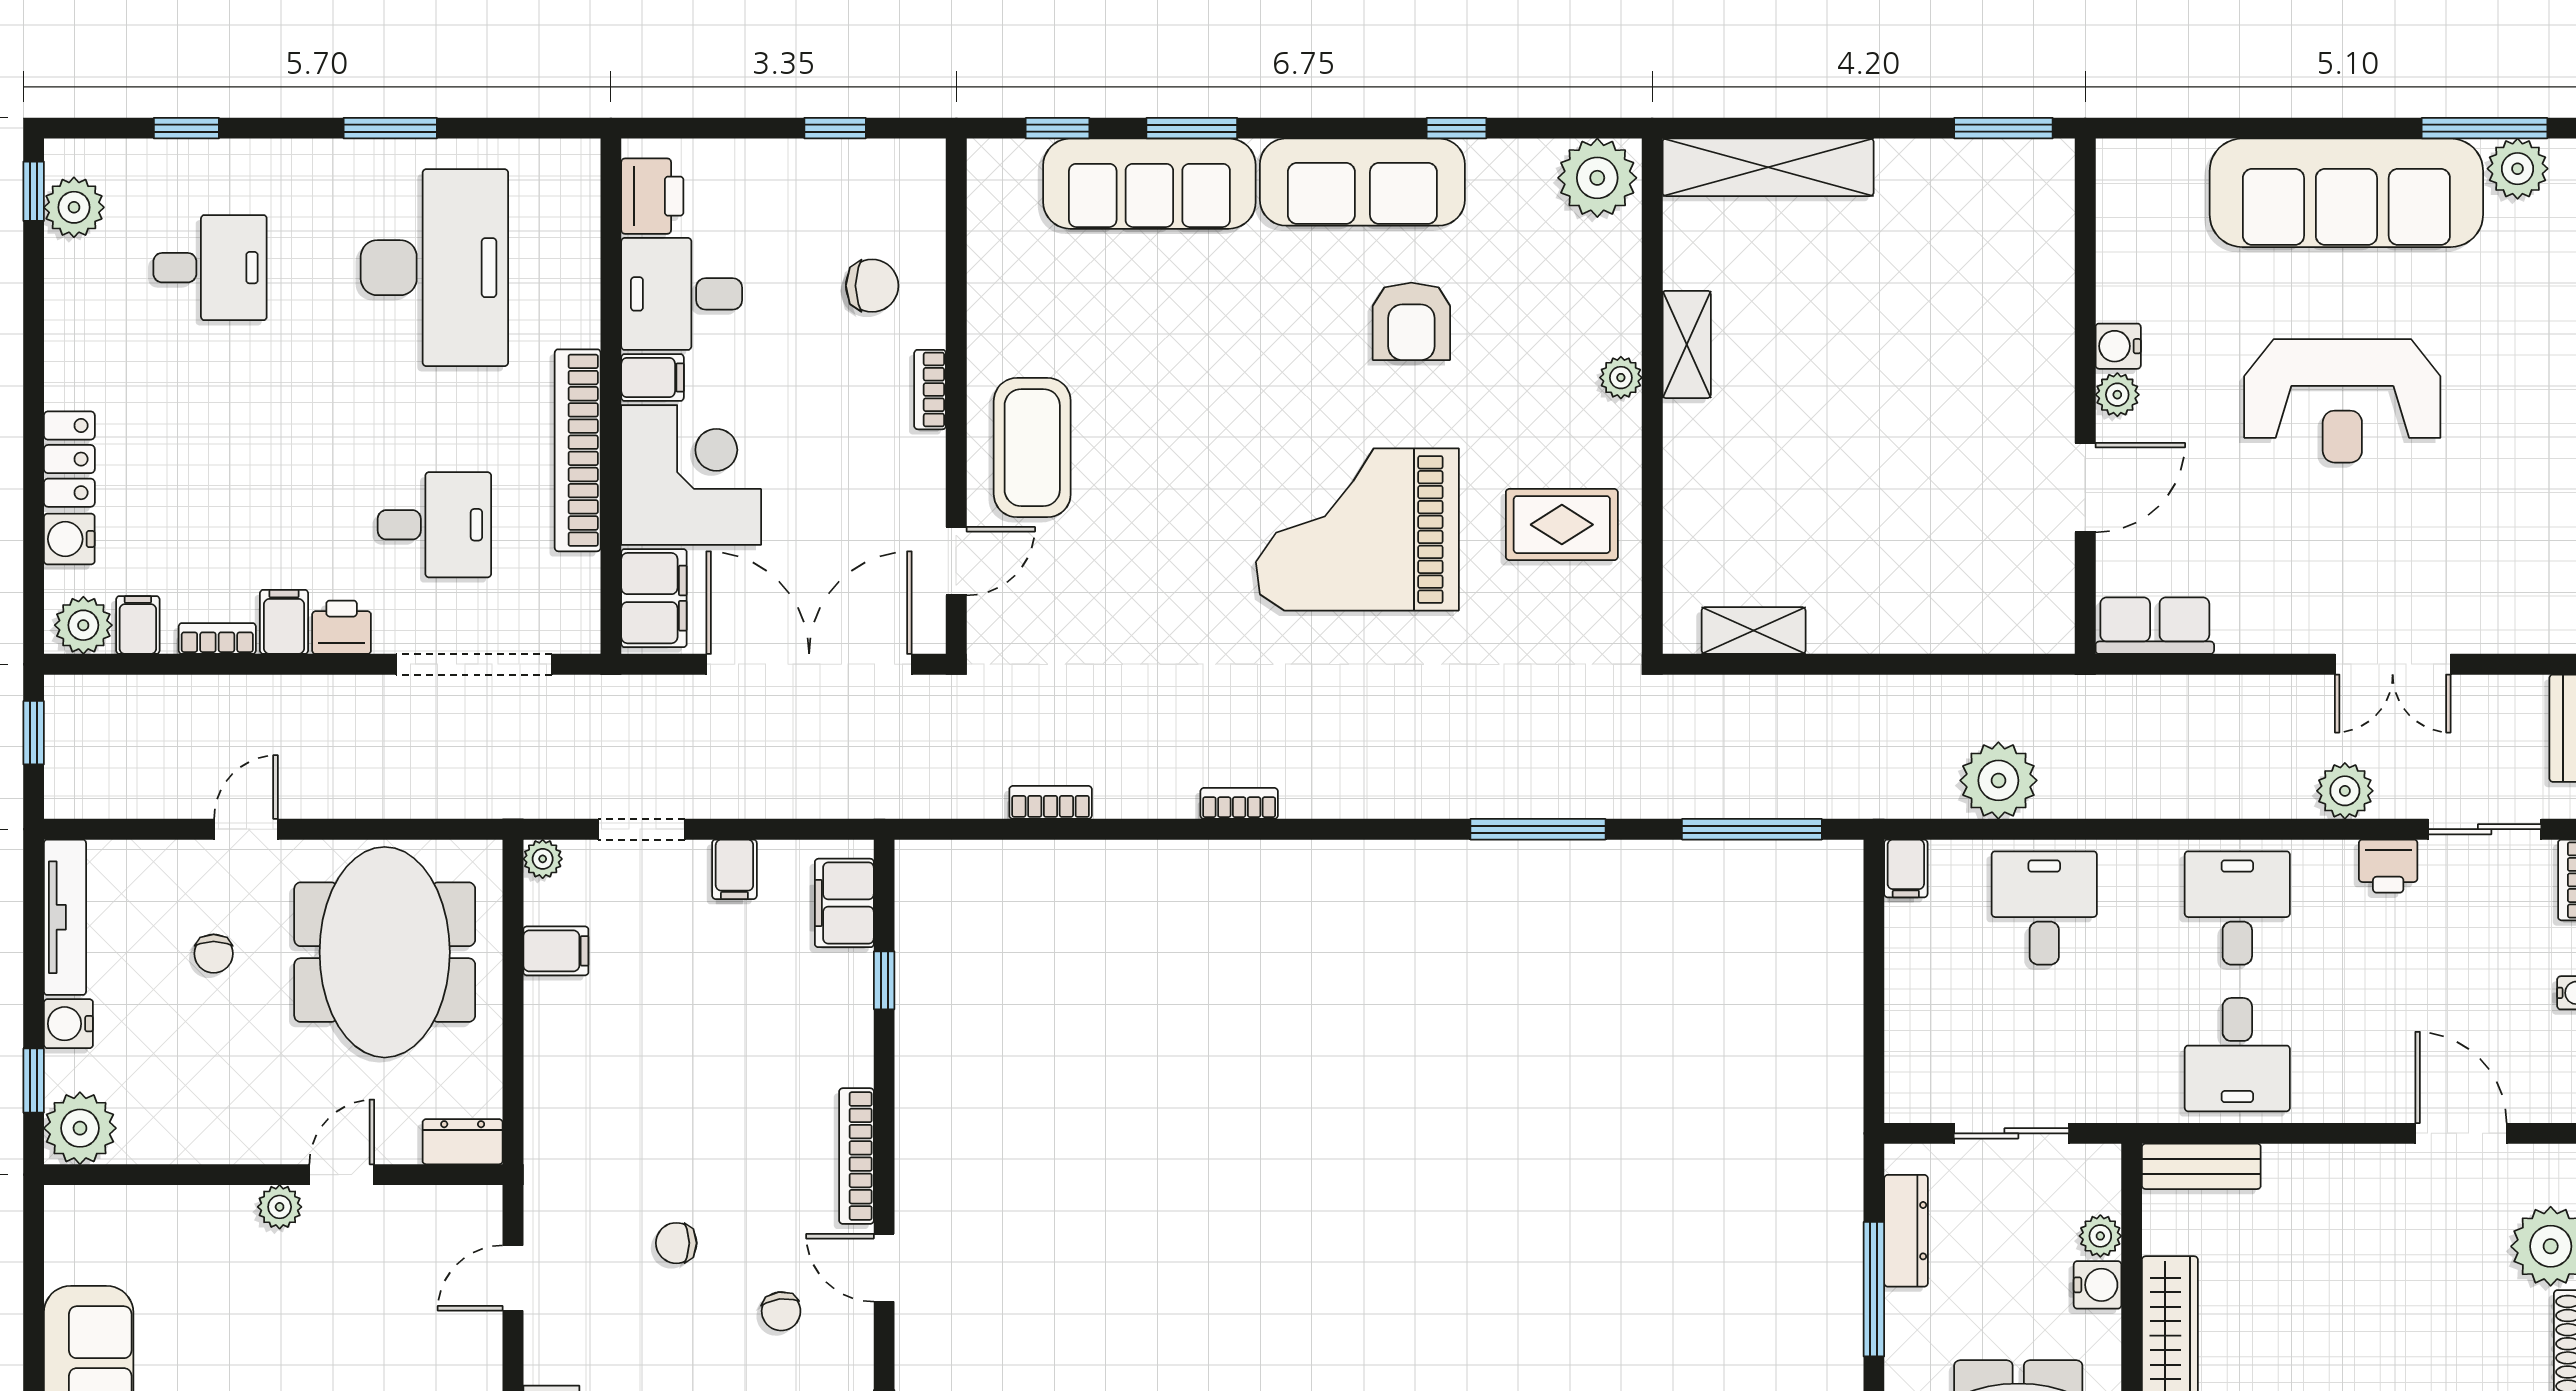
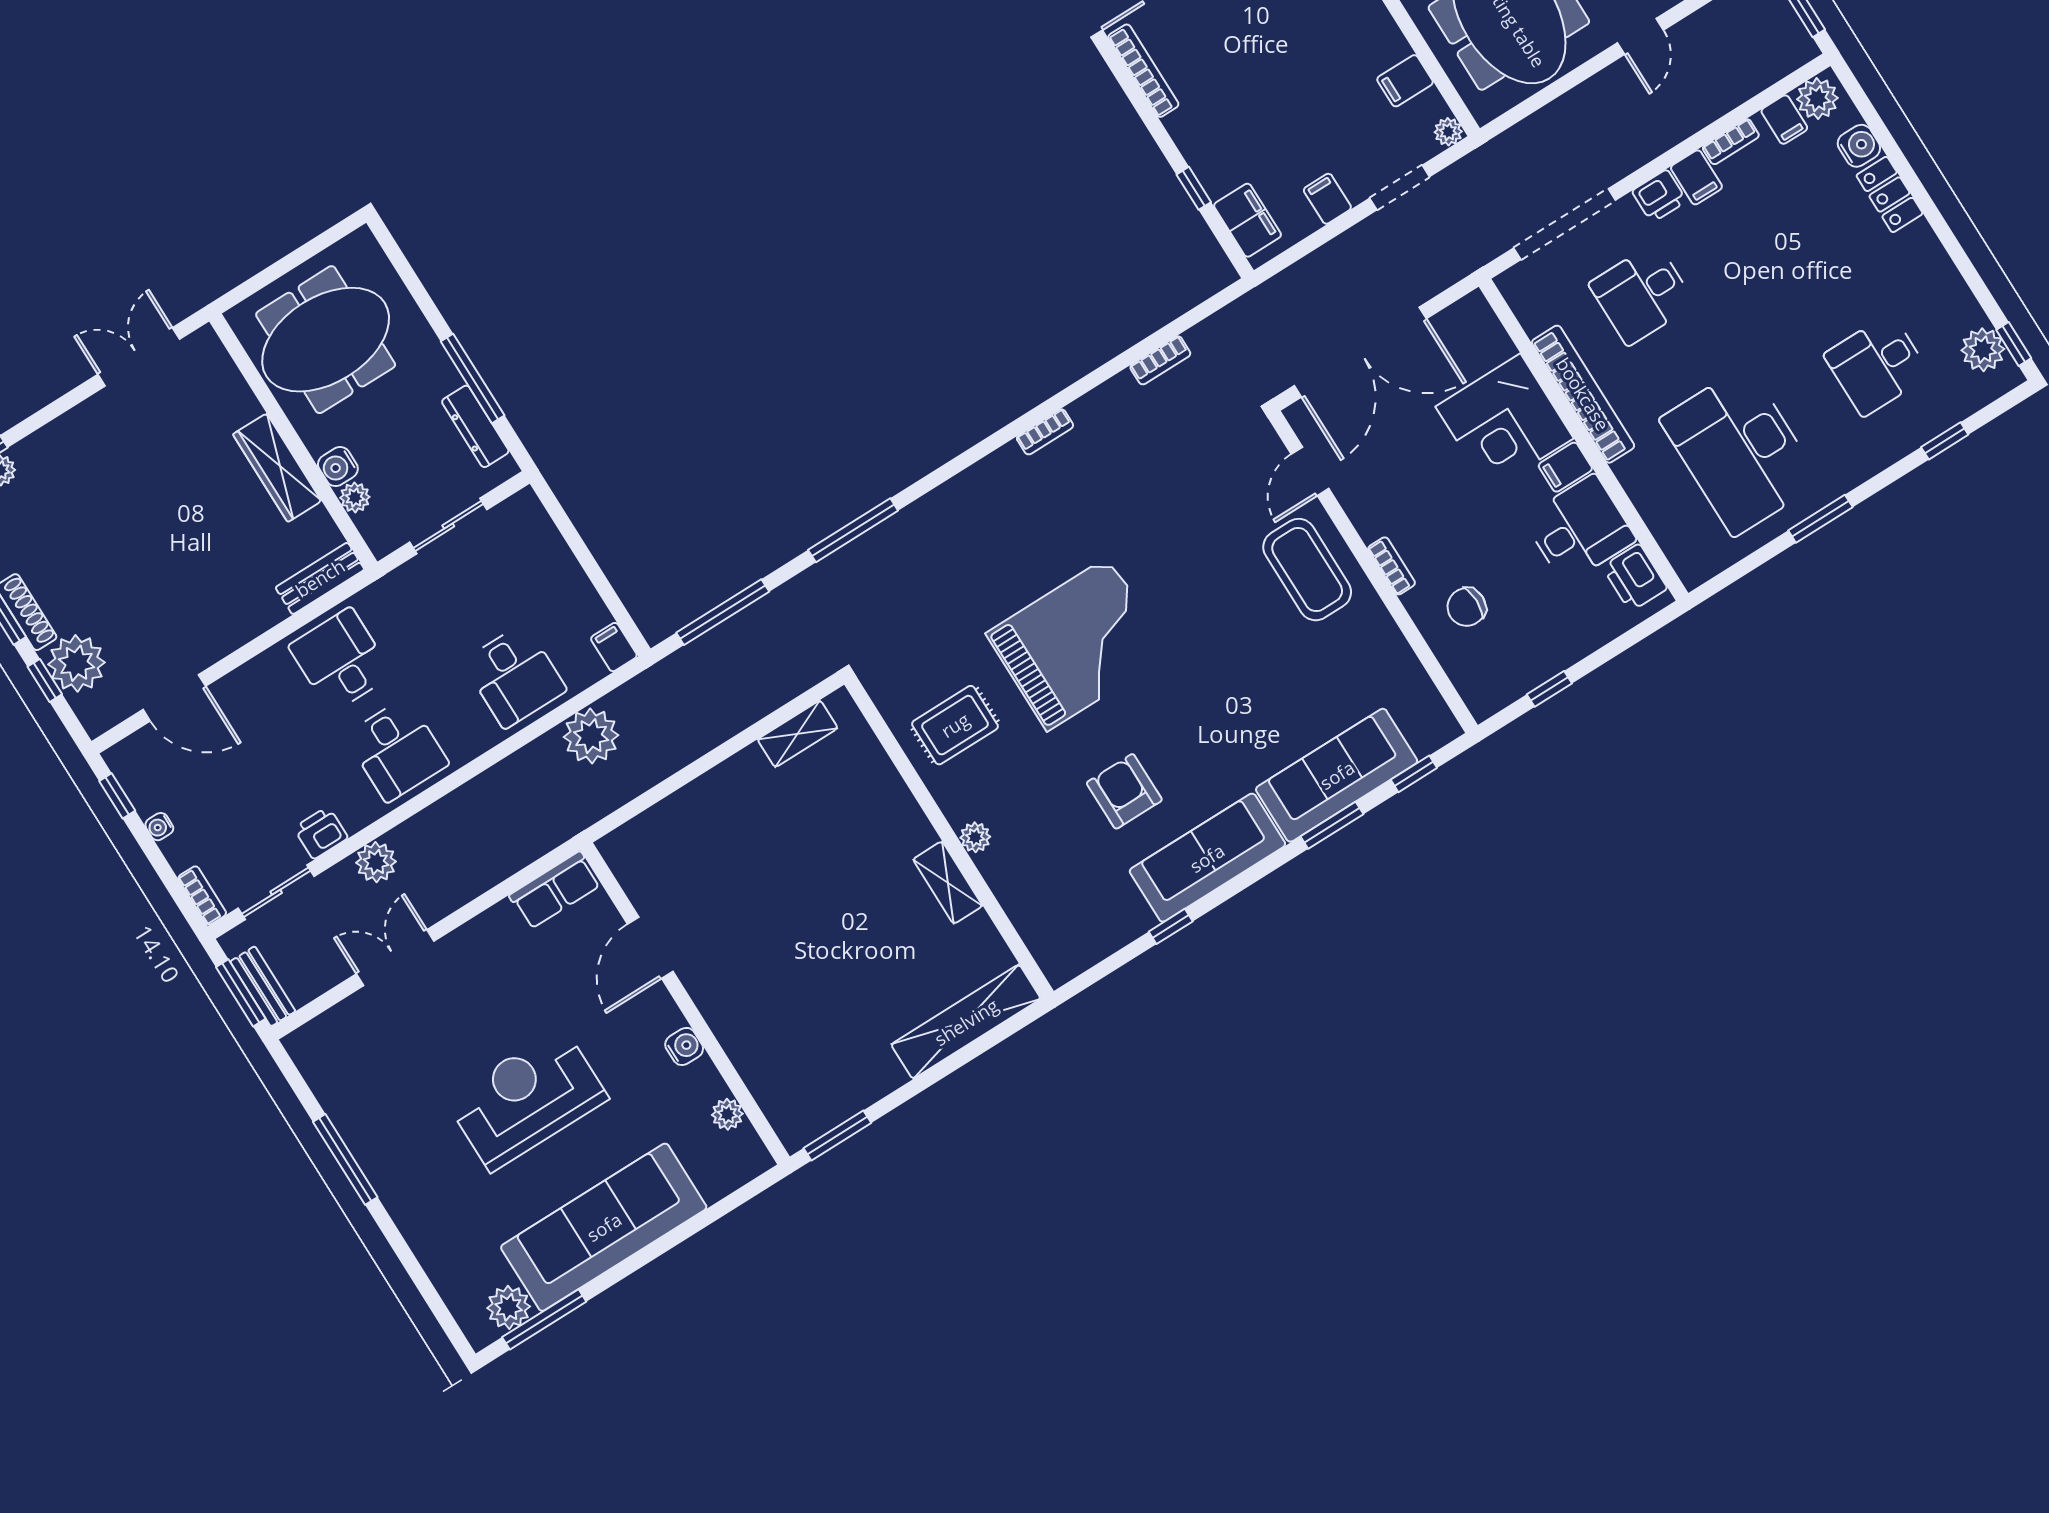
plant: (1597, 178) -> (1066, 950), removed
plant: (2117, 395) -> (727, 1114), moved
filing cabinet: (654, 598) -> (1480, 333), removed

